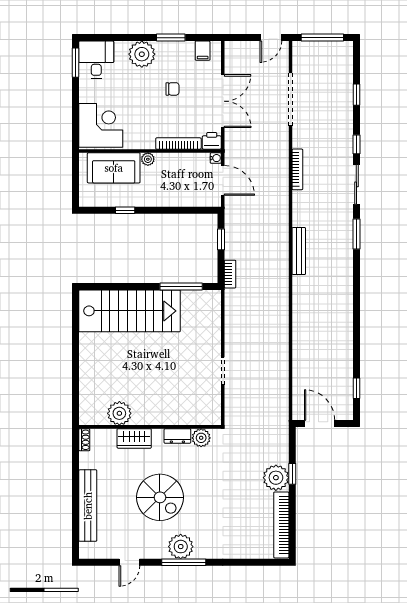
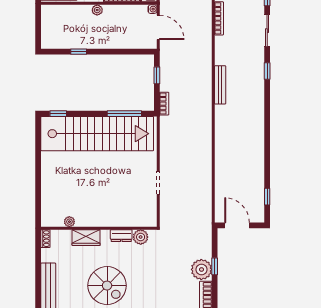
sofa: (114, 168) -> (69, 17), removed
window: (356, 234) -> (267, 71), width x0.67
window: (100, 286) -> (58, 114), added
stairs: (130, 311) -> (97, 134), width x1.36
plant: (119, 413) -> (69, 222), width x0.53, depth x0.53

